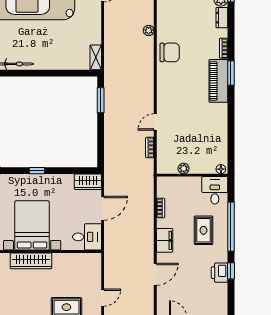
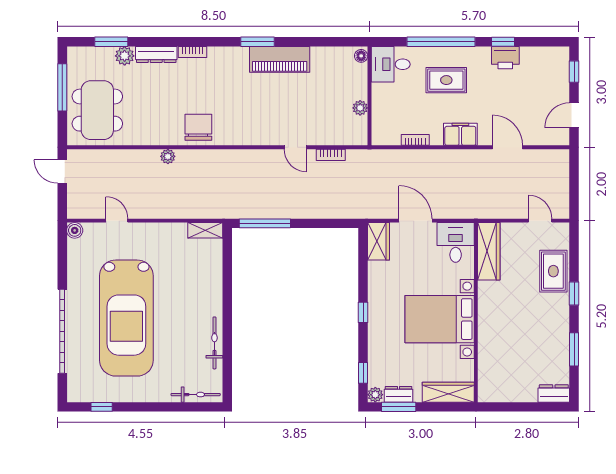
dresser: (222, 18) -> (156, 54), width x1.44
window: (231, 73) -> (257, 42), moved
piano: (218, 81) -> (280, 59), moved
window: (101, 100) -> (265, 223), width x1.44
wardrobe: (31, 261) -> (489, 251), moved

